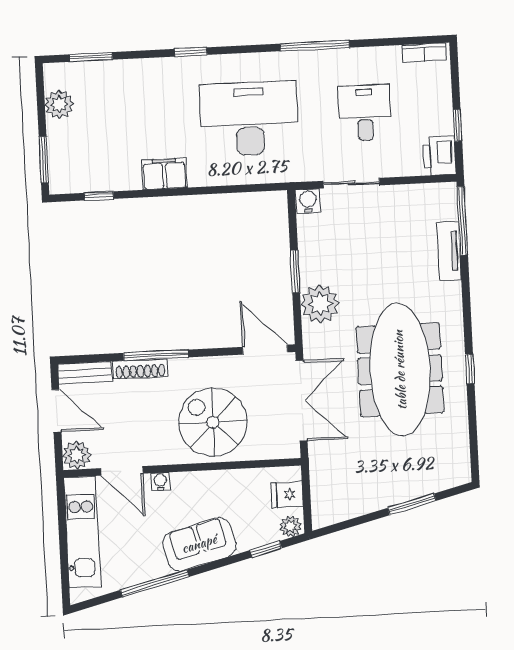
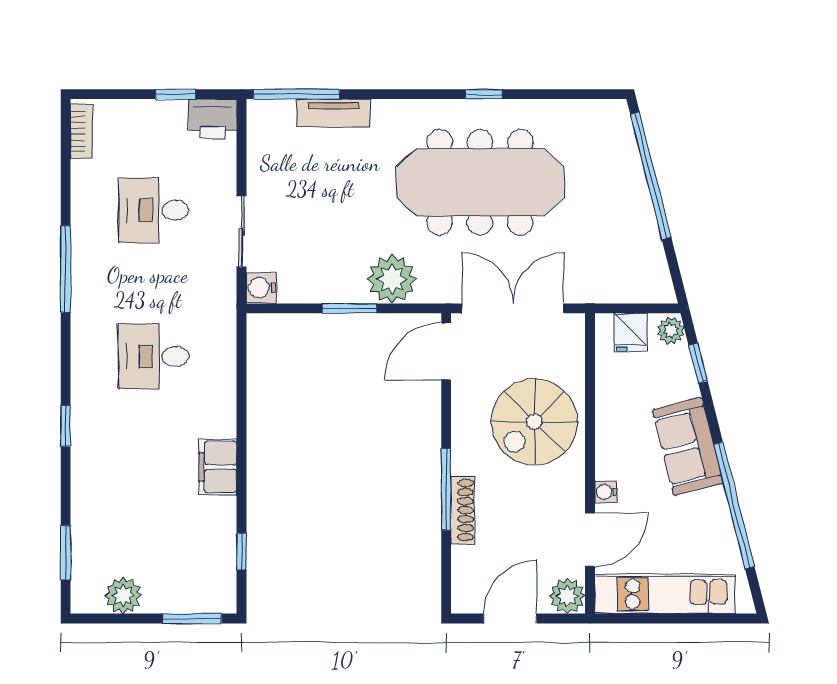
desk: (249, 119) -> (154, 356), width x0.53, depth x0.77
bench: (85, 373) -> (464, 580), removed
window: (412, 504) -> (651, 176), width x2.11
window: (155, 583) -> (734, 506), width x1.46

